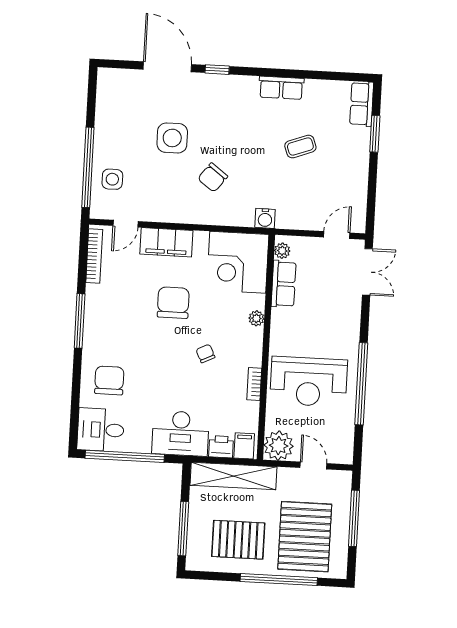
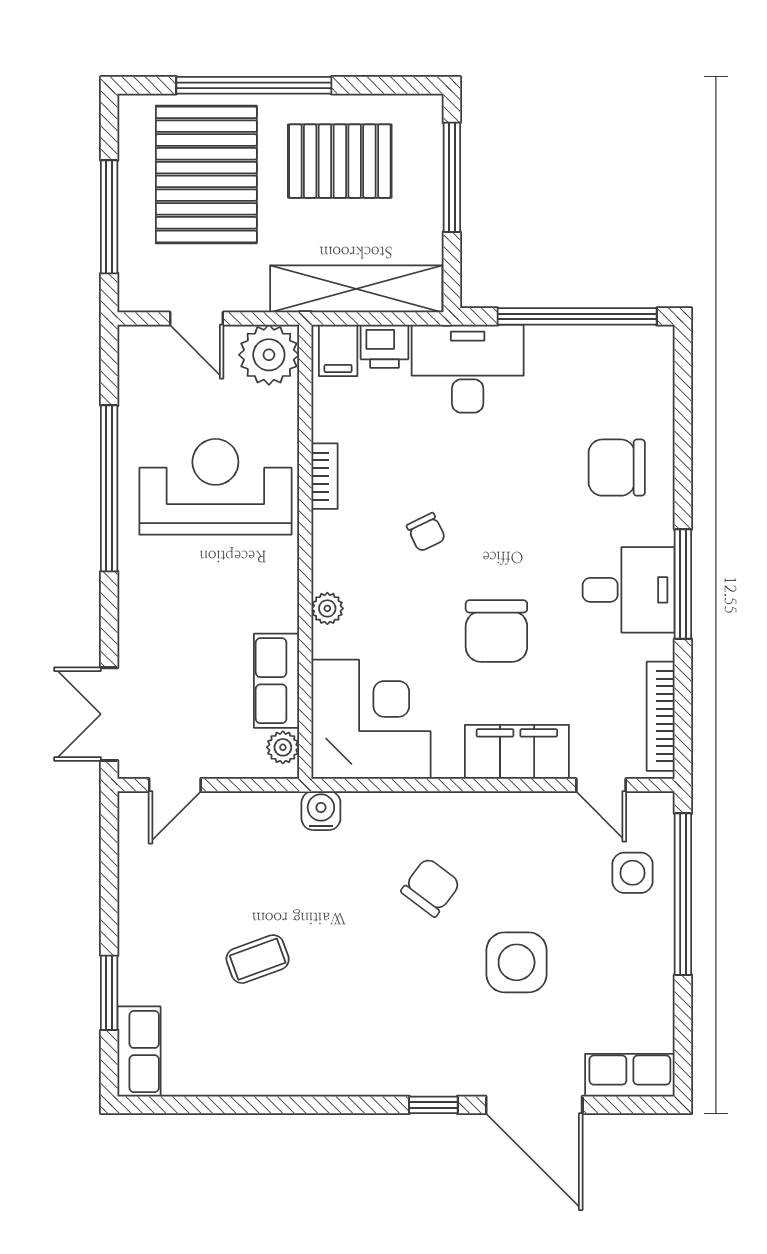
row of seats: (281, 88) -> (630, 1075), moved
door: (126, 224) -> (601, 785), swing flipped
chair: (109, 380) -> (617, 468), turned 90
desk: (101, 430) -> (629, 590), moved

